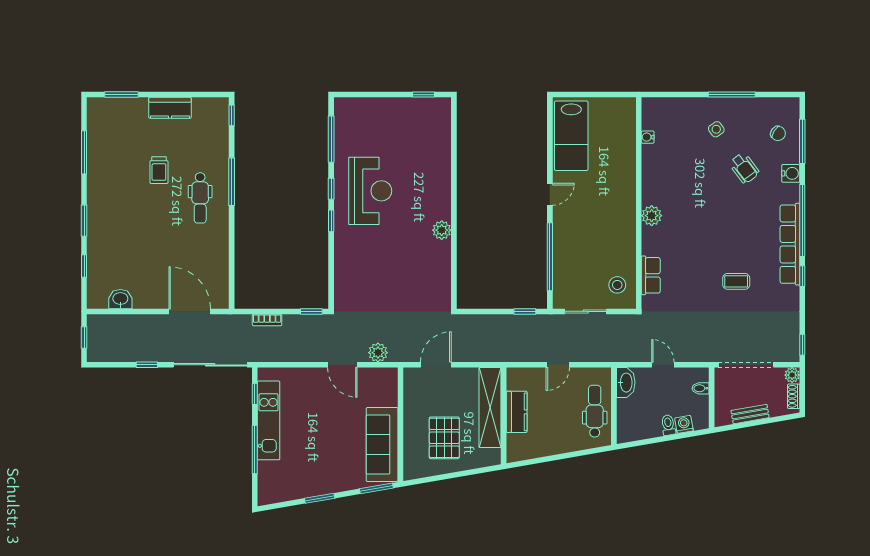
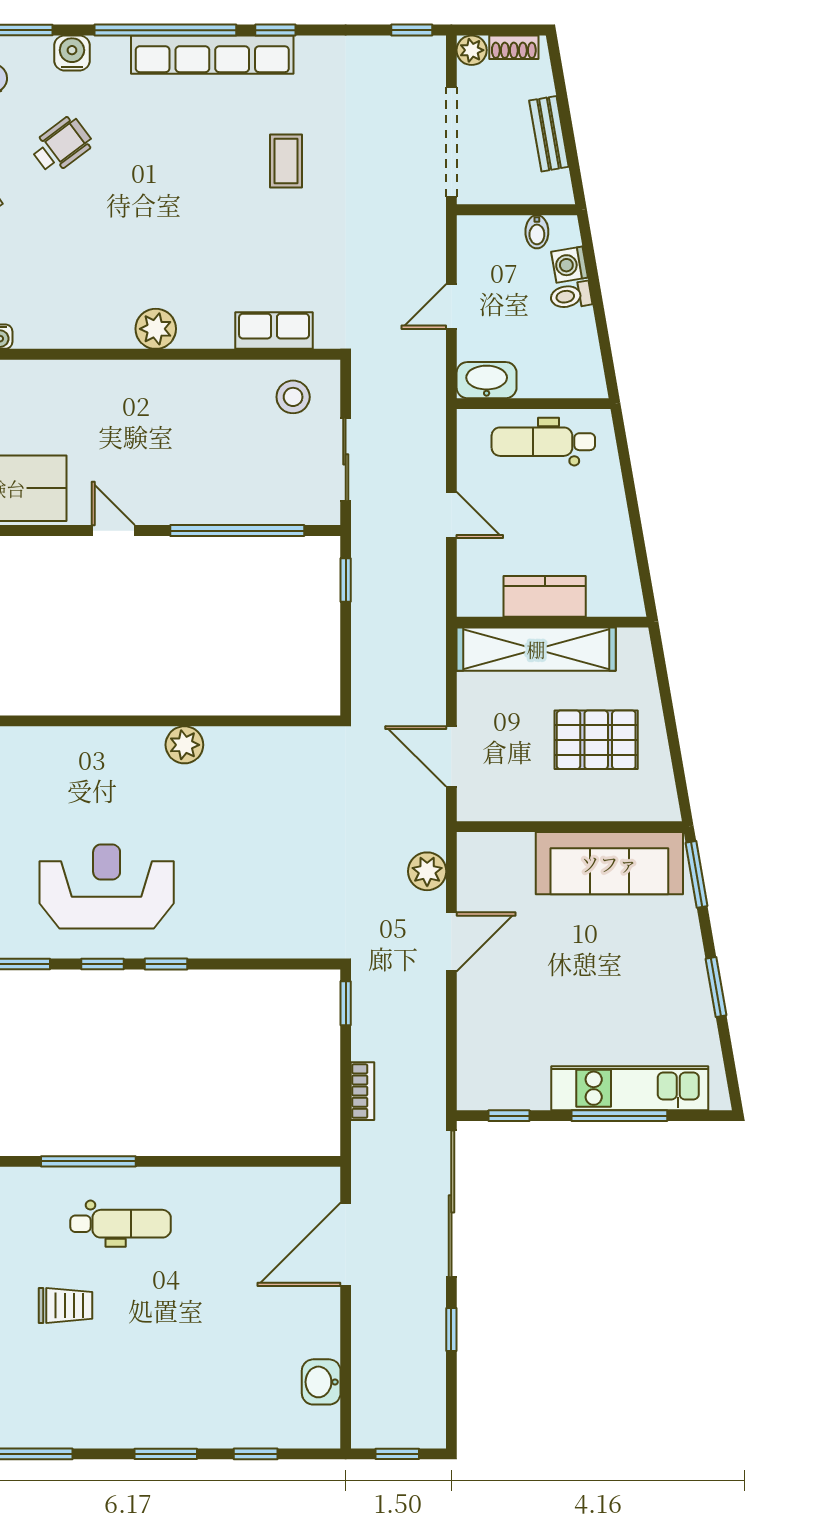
bidet: (701, 388) -> (537, 232), moved
kitchen unit: (269, 420) -> (630, 1088), moved

